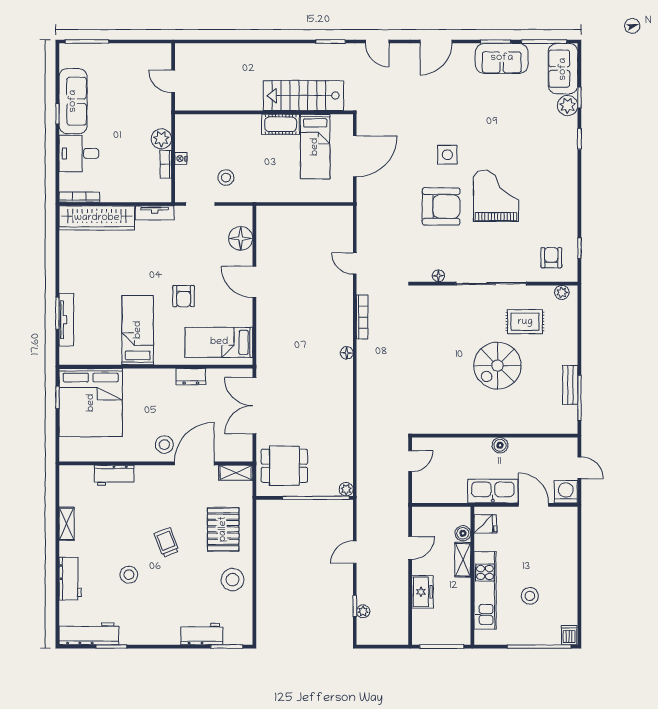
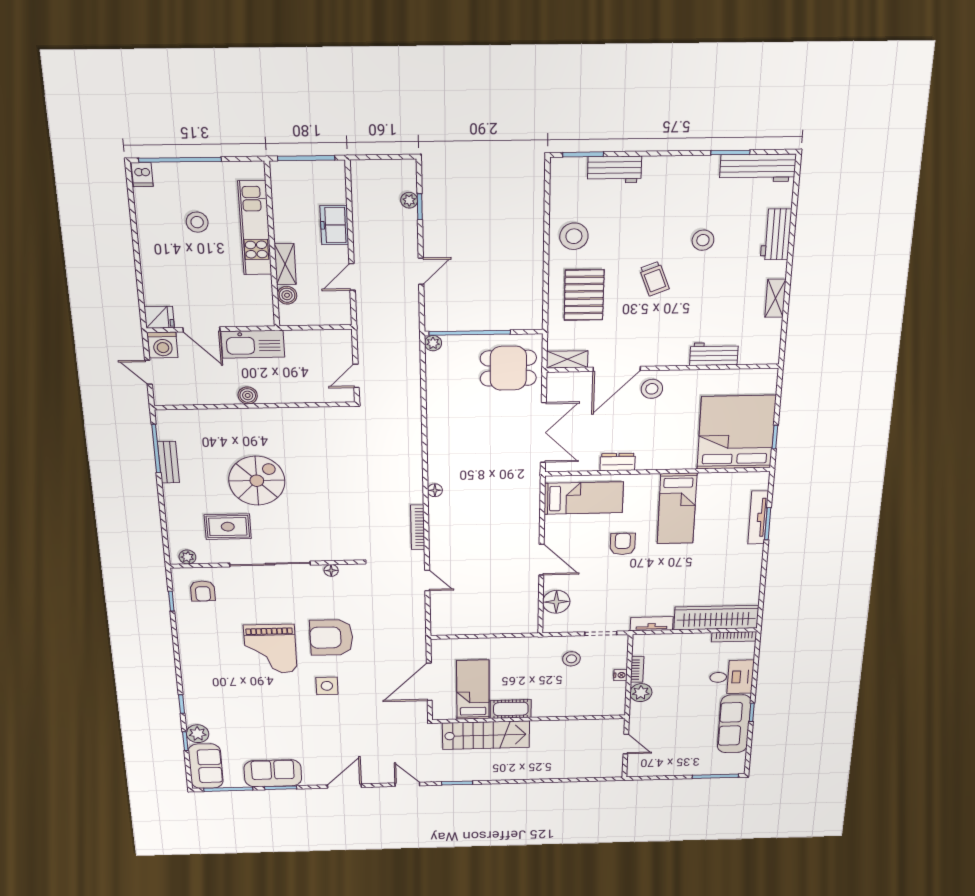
fridge: (485, 524) -> (159, 317), moved, turned 180

